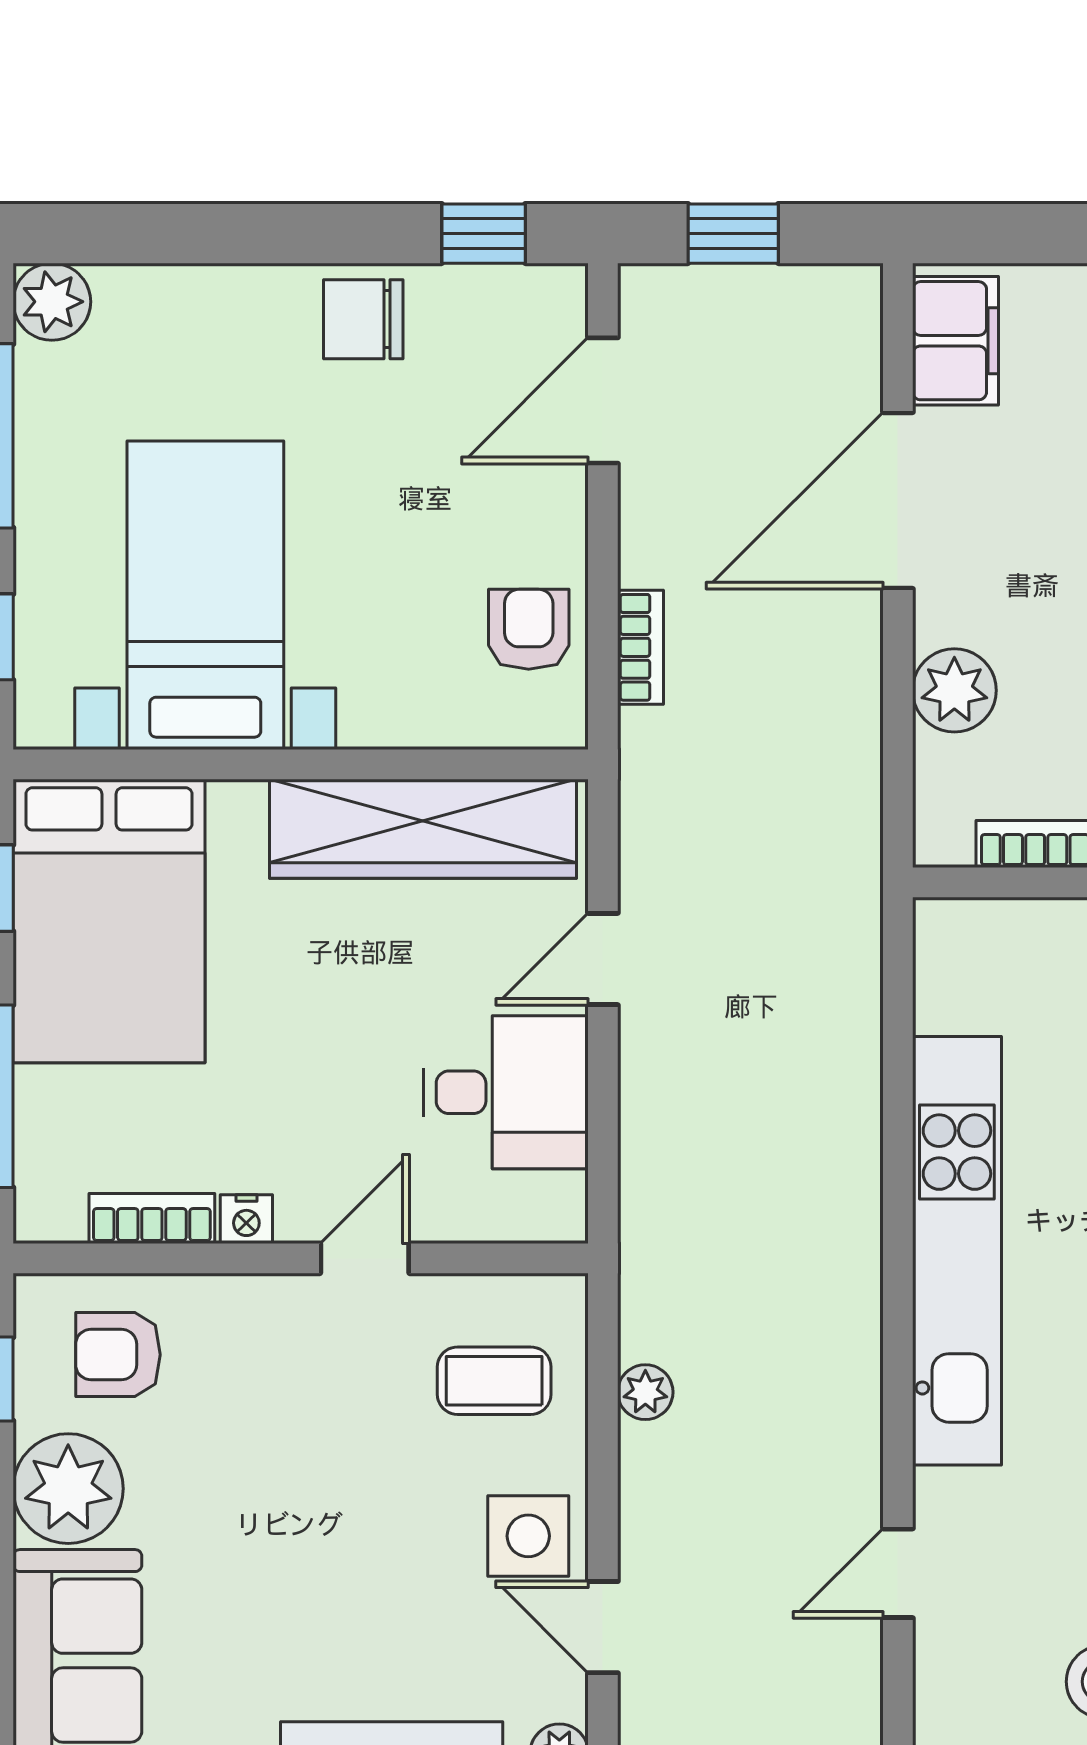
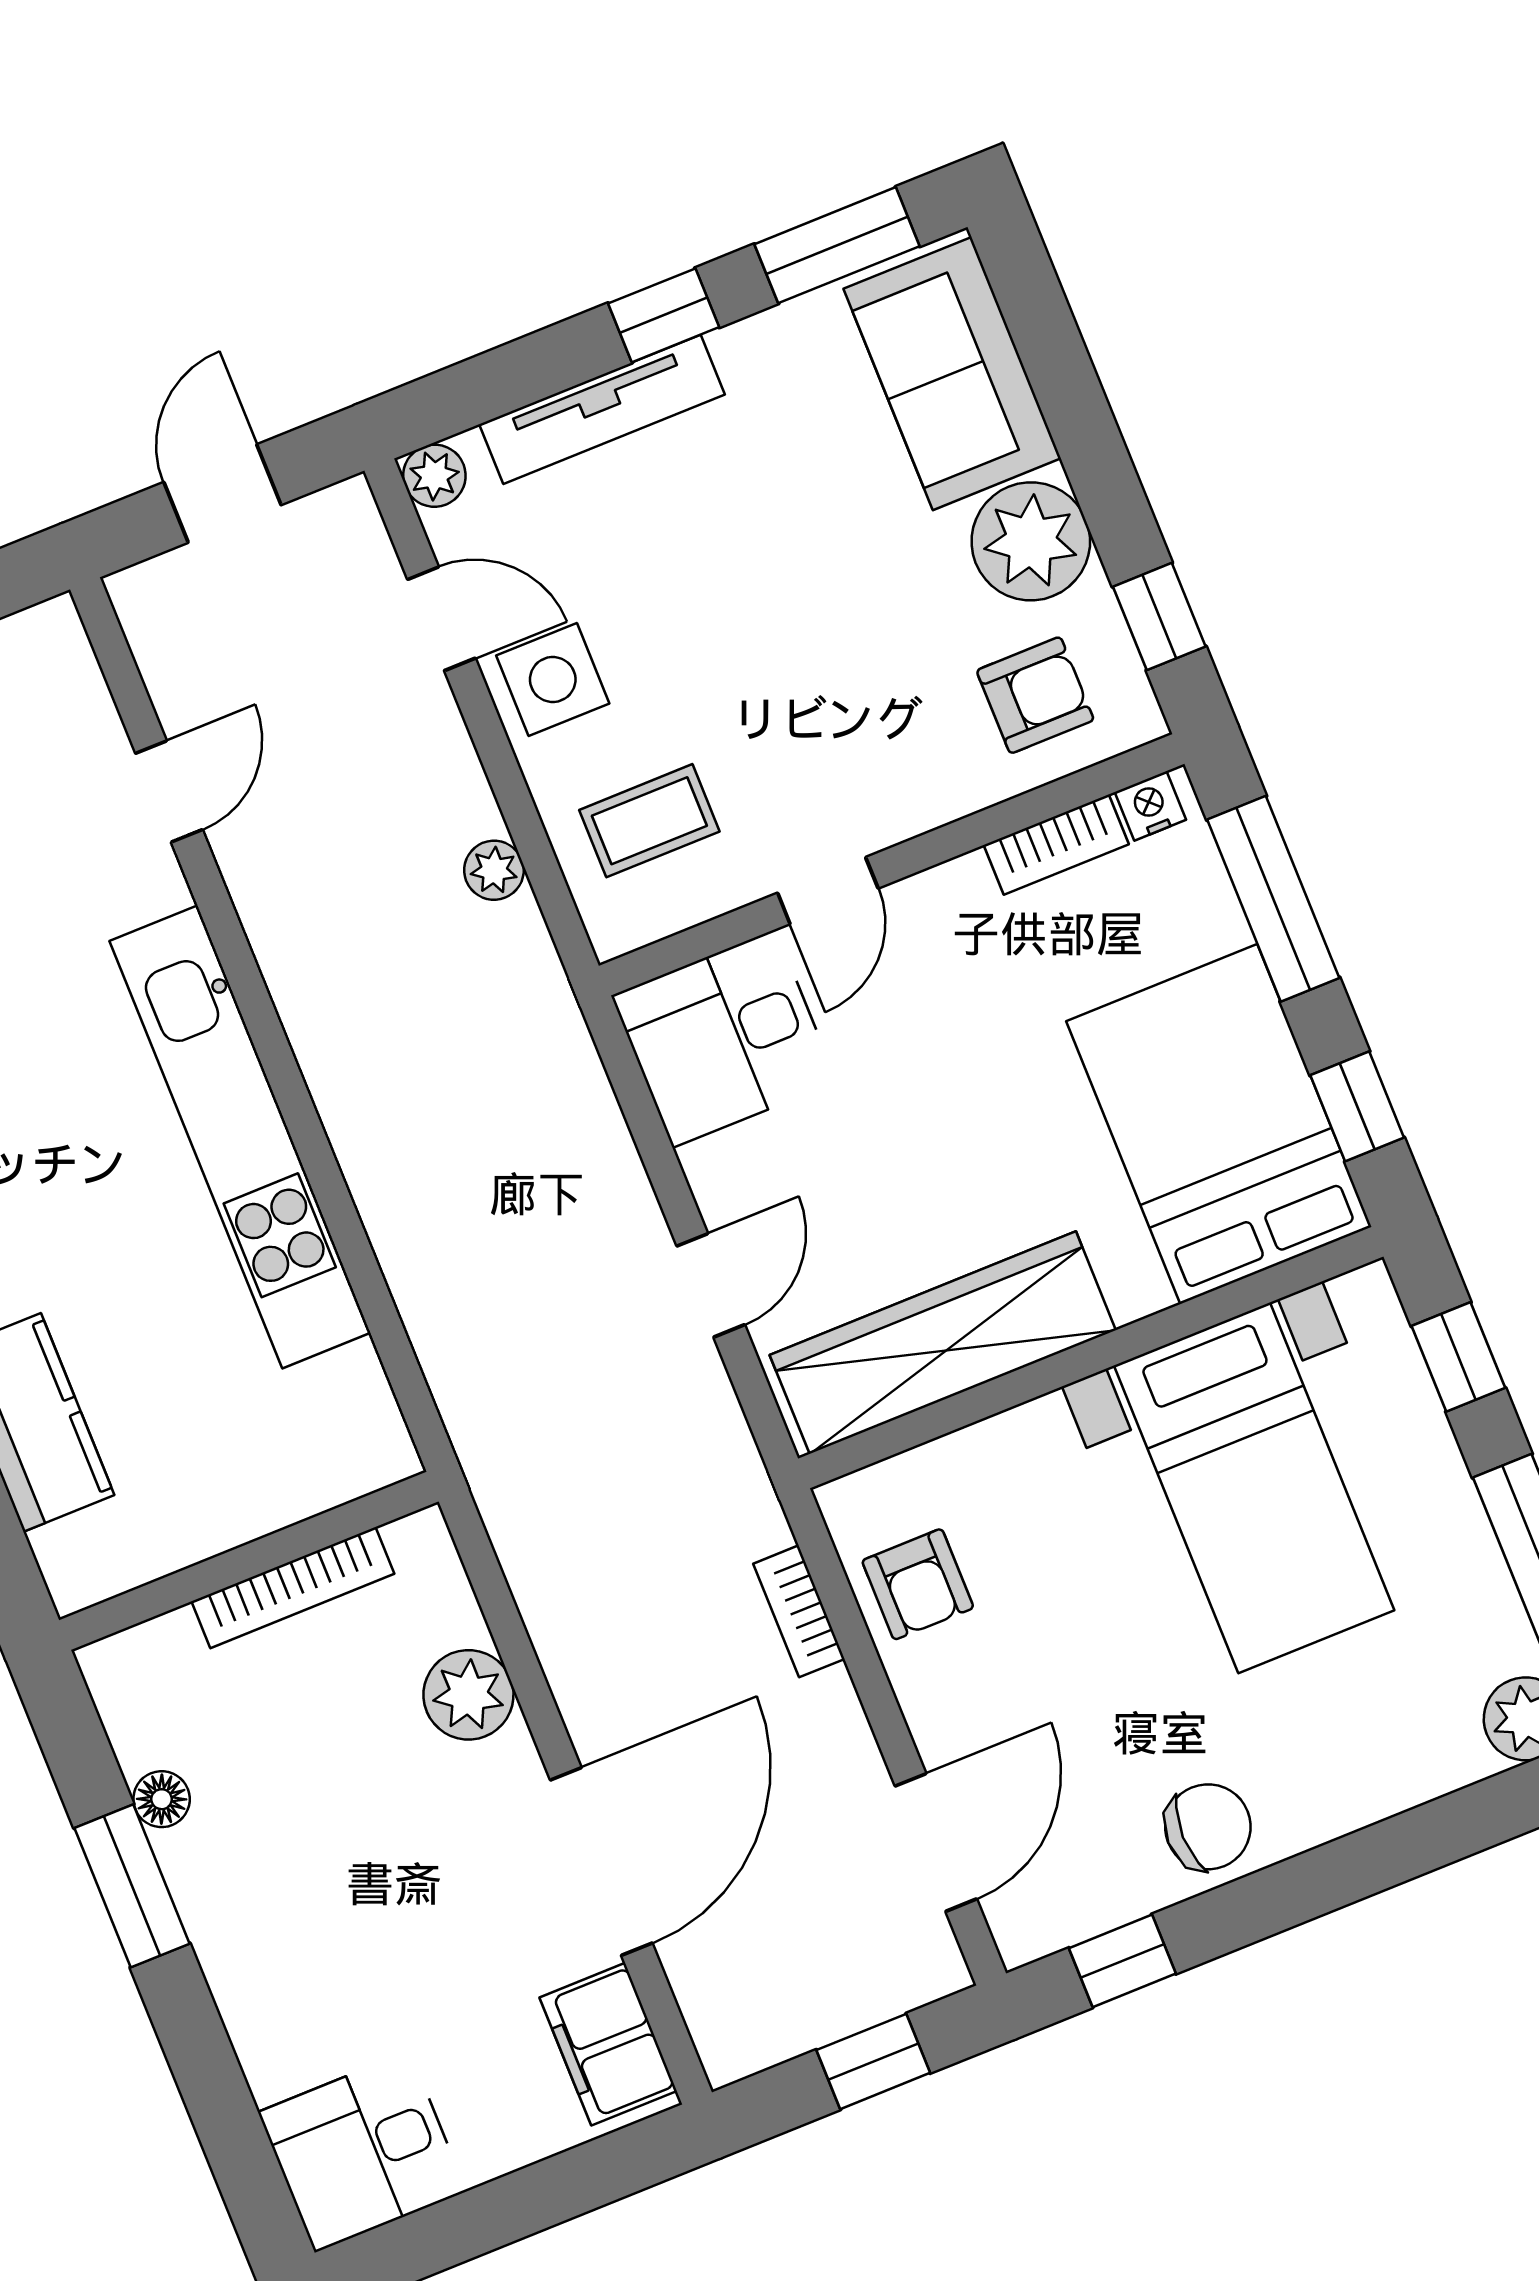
desk: (506, 1092) -> (724, 1039), moved
nightstand: (246, 1219) -> (1150, 806), moved

